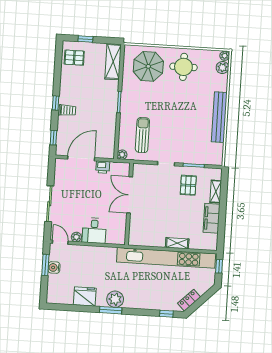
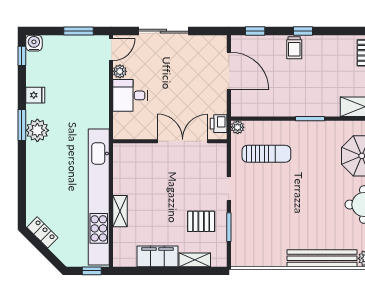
bench: (219, 117) -> (322, 258), moved
printer: (103, 167) -> (219, 124), moved
water cooler: (54, 268) -> (34, 43), moved
fridge: (85, 297) -> (35, 95), width x0.53, depth x0.75
window: (166, 314) -> (22, 56), moved

